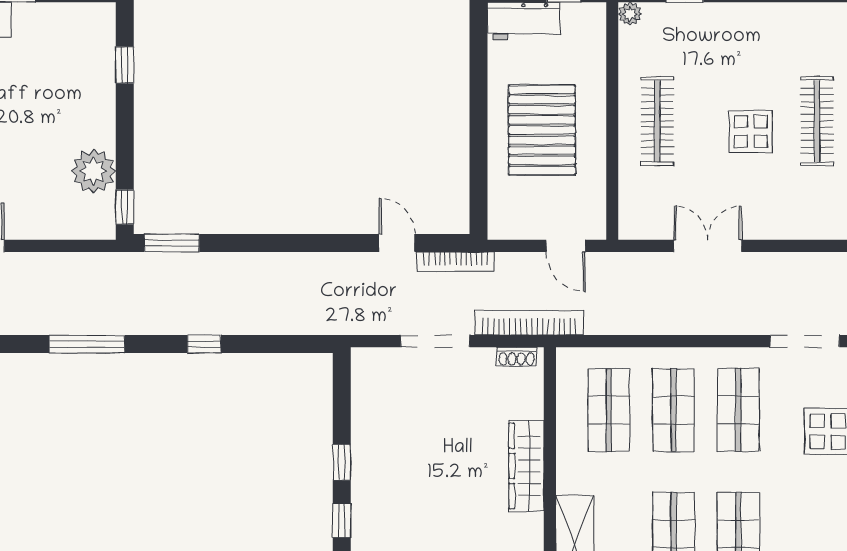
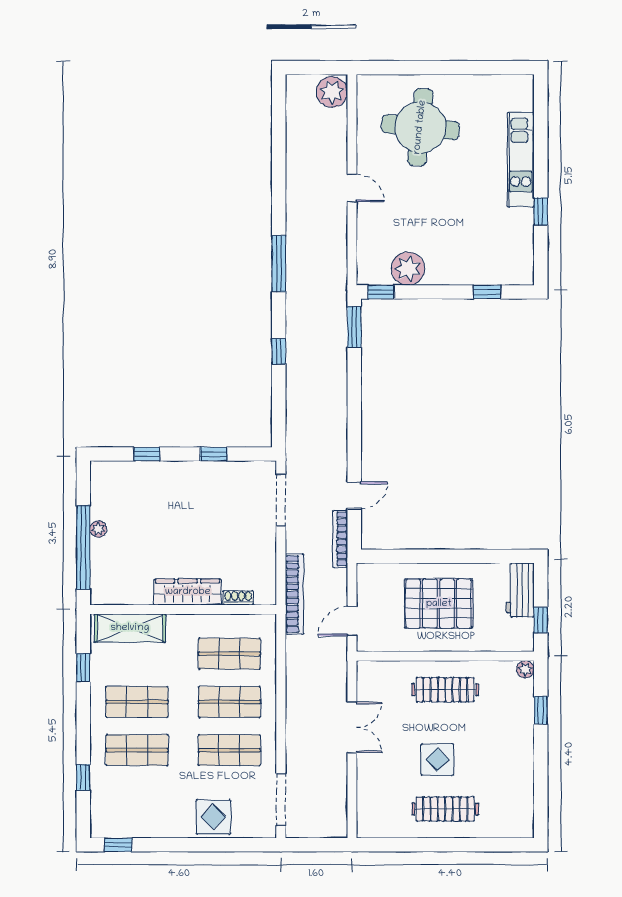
doorway: (435, 341) -> (281, 500), moved
shoe rack: (517, 357) -> (238, 598), moved, turned 90
window: (342, 462) -> (214, 454), moved

